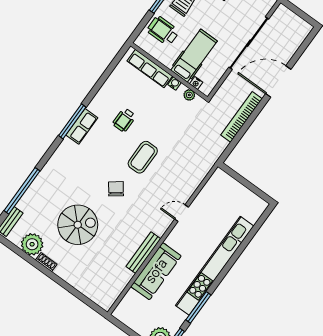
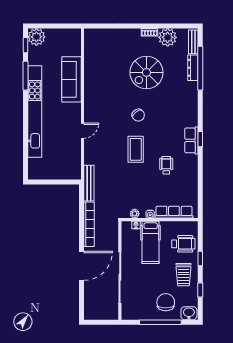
window: (72, 121) -> (200, 139), width x0.46
dresser: (29, 196) -> (193, 68), added
bench: (143, 253) -> (89, 183), moved

